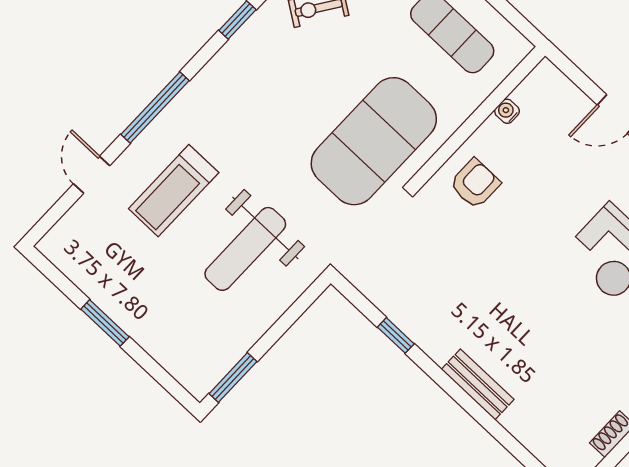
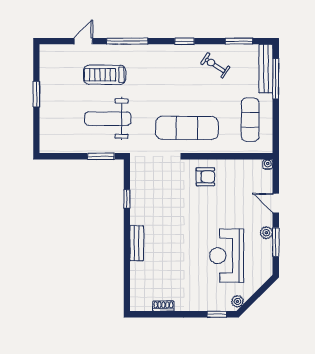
water cooler: (507, 111) -> (268, 164), moved
exercise mat: (374, 141) -> (187, 128), width x0.68
window: (233, 378) -> (101, 156), moved

